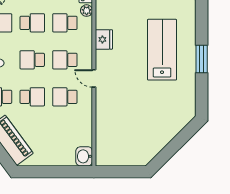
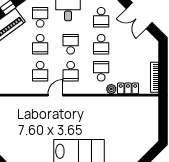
fridge: (104, 39) -> (87, 103), removed
school desk: (65, 60) -> (71, 71), turned 180
school desk: (65, 97) -> (40, 71), turned 180

